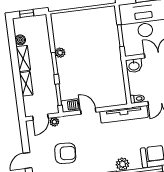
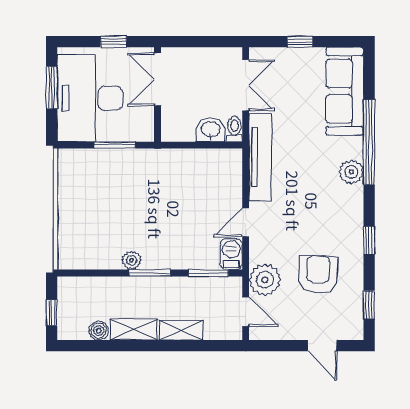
washbasin: (134, 66) -> (211, 130), moved, turned -90
plant: (54, 122) -> (265, 280), width x1.87, depth x1.87

